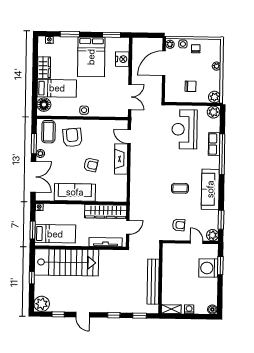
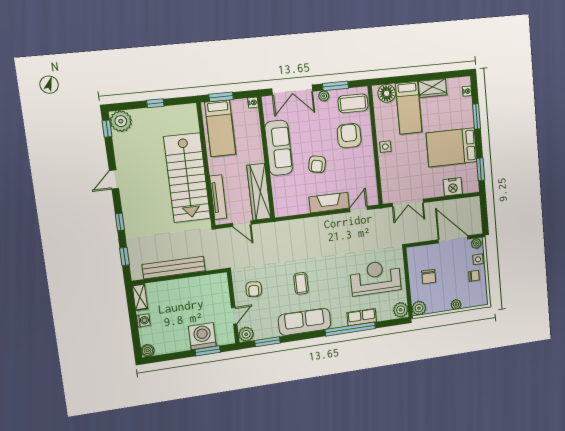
armchair: (72, 138) -> (349, 136), turned -84
stairs: (67, 262) -> (187, 178), moved
window: (58, 314) -> (107, 129), moved

